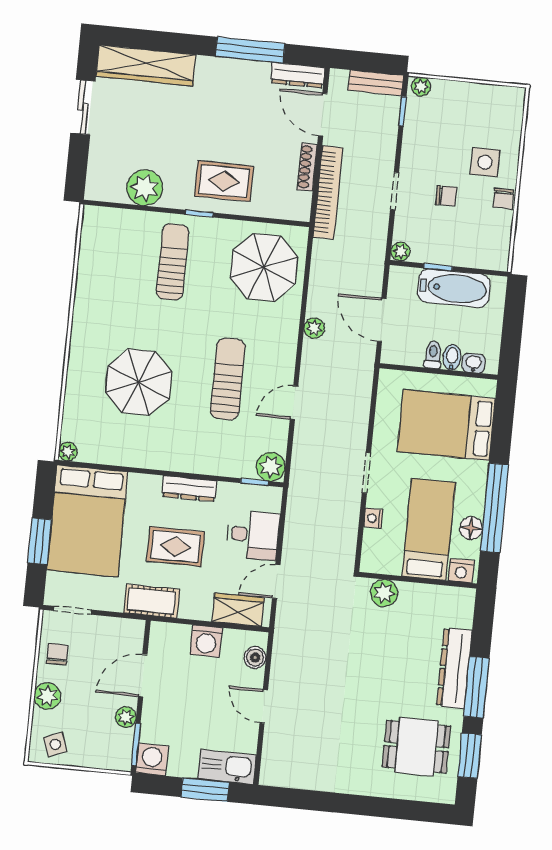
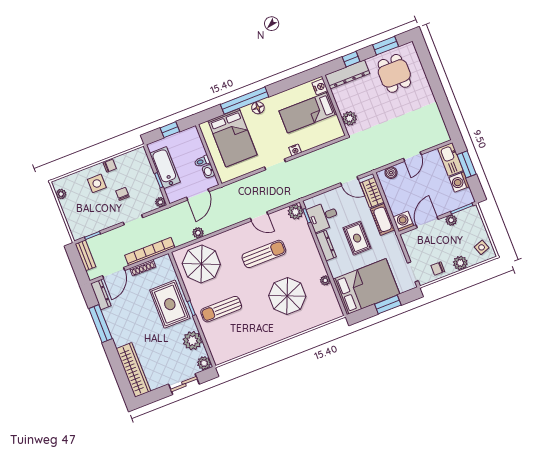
plant: (421, 87) -> (61, 194), moved
sliding door: (83, 107) -> (184, 384), moved
rug: (224, 181) -> (170, 304), width x1.36, depth x1.43
plant: (98, 188) -> (204, 363), added
plant: (314, 328) -> (198, 233), moved
window: (512, 328) -> (170, 130), added
bidet: (452, 357) -> (199, 152), removed
washbasin: (474, 363) -> (208, 171), moved
sun lounger: (228, 379) -> (264, 254), turned 180
plant: (68, 452) -> (325, 280), moved
window: (494, 508) -> (245, 101), moved
floor lamp: (471, 528) -> (258, 108), moved
bed: (429, 529) -> (308, 112), moved
desk: (253, 535) -> (323, 216), moved, turned -90
nightstand: (461, 571) -> (320, 87), moved
wall: (418, 580) -> (335, 105), moved
plant: (384, 593) -> (349, 118), moved
cot: (151, 601) -> (383, 219), moved
washing machine: (206, 641) -> (403, 221), moved, turned -90
door: (143, 676) -> (427, 222), swing flipped
window: (476, 687) -> (351, 59), width x0.46
washing machine: (152, 759) -> (459, 182), moved

